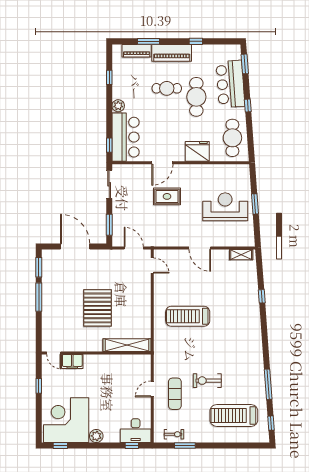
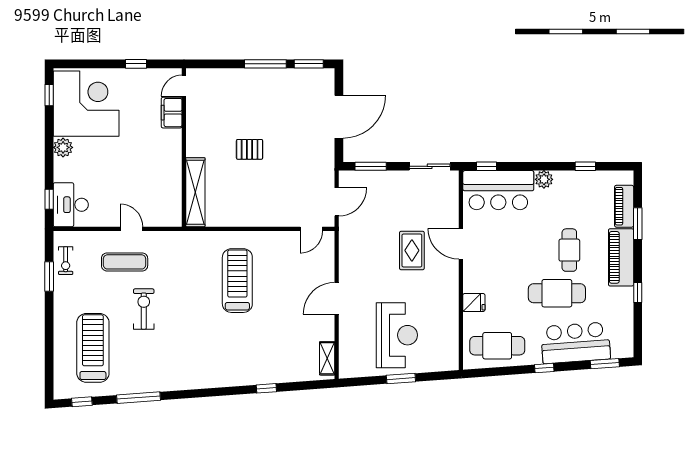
fridge: (197, 151) -> (474, 303), width x0.53, depth x0.75
pallet: (98, 308) -> (250, 149), width x0.49, depth x0.50

